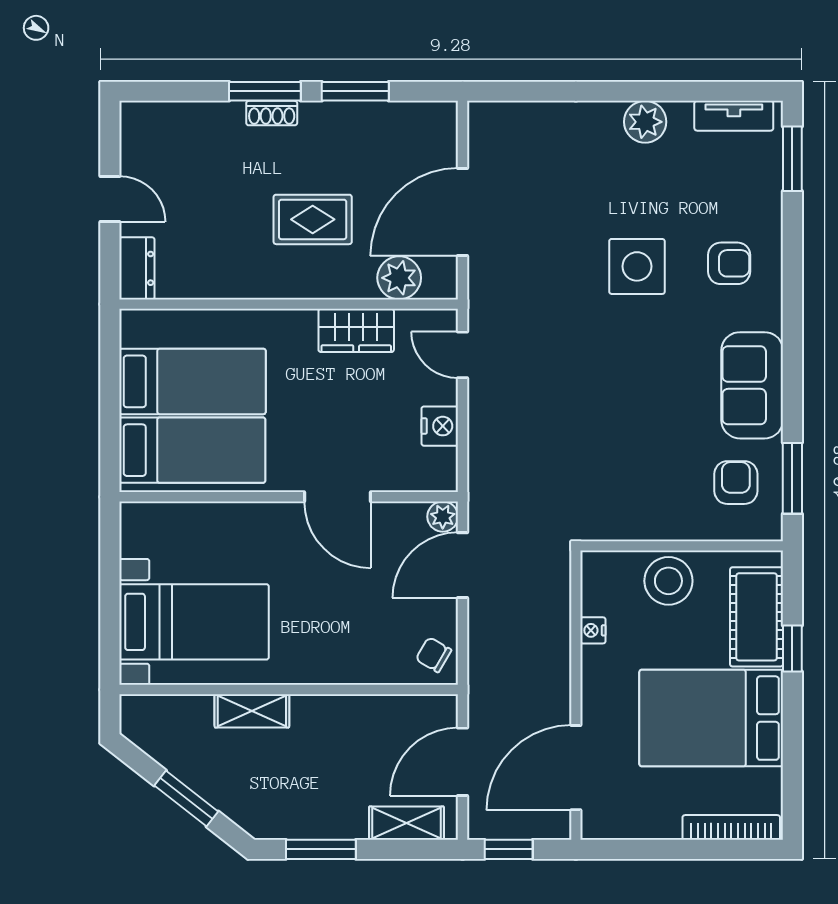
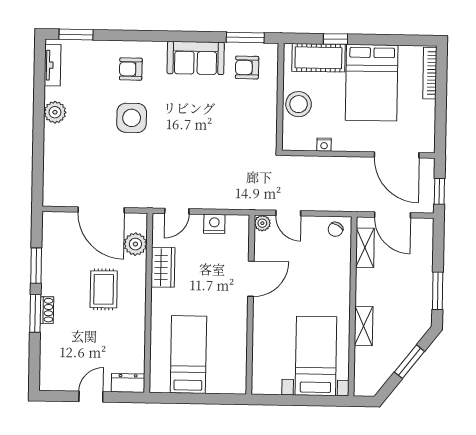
armchair: (729, 263) -> (131, 69), turned -90
bed: (192, 450) -> (225, 355), removed
door: (463, 565) -> (288, 213), width x0.73
shelving: (406, 823) -> (365, 248), moved

